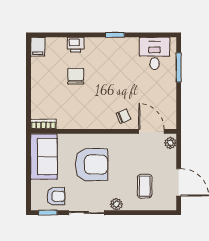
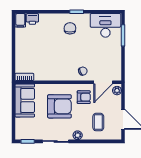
printer: (76, 45) -> (32, 19), moved
desk: (155, 54) -> (105, 25), width x1.37
chair: (76, 76) -> (70, 28), moved
door: (151, 131) -> (103, 82), swing flipped
armchair: (56, 196) -> (84, 97), moved

